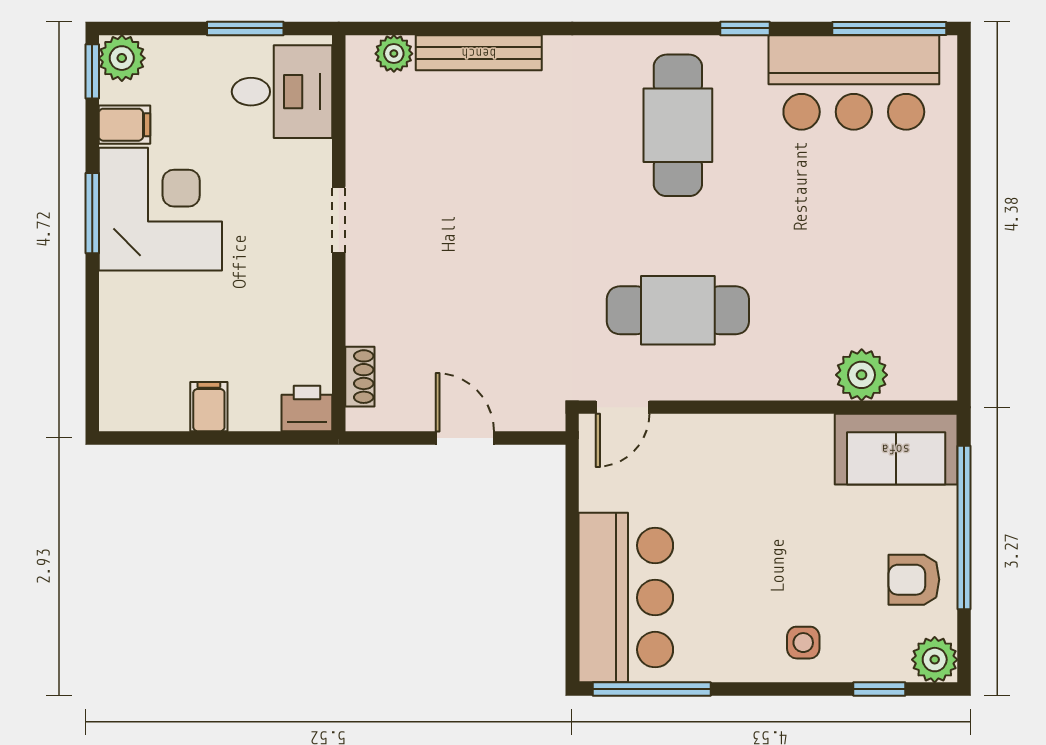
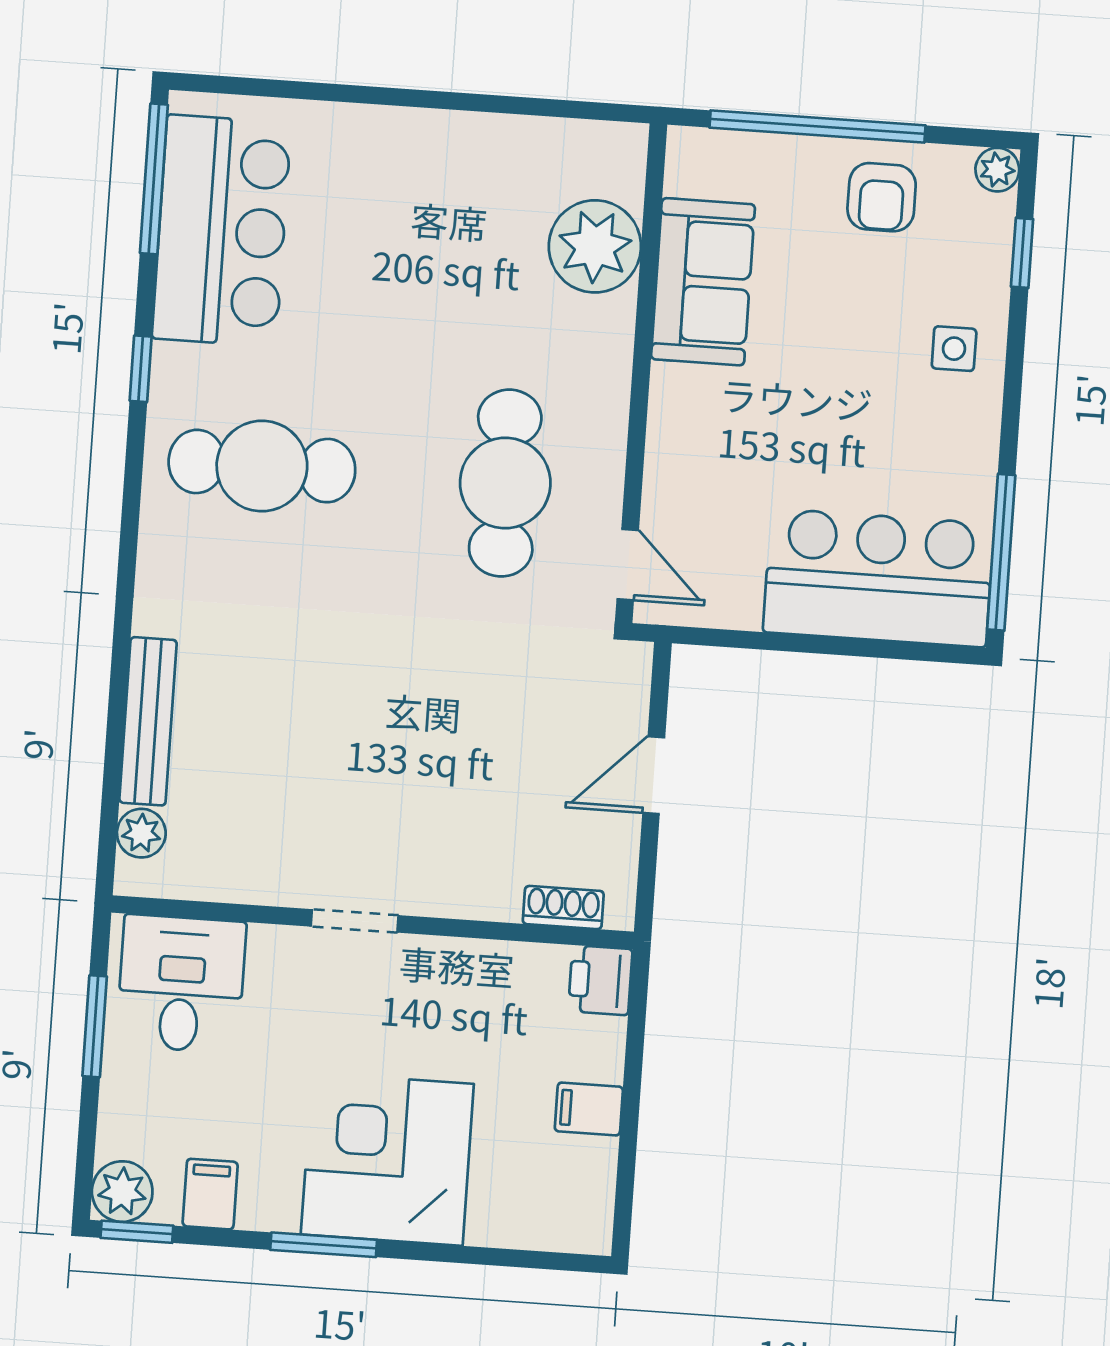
corner desk: (160, 209) -> (387, 1159), moved
plant: (862, 375) -> (595, 246), width x1.36, depth x1.36
sofa: (896, 449) -> (703, 282), moved
plant: (935, 660) -> (997, 170), width x0.73, depth x0.73

